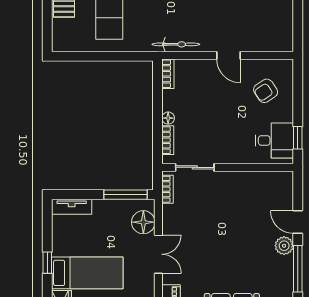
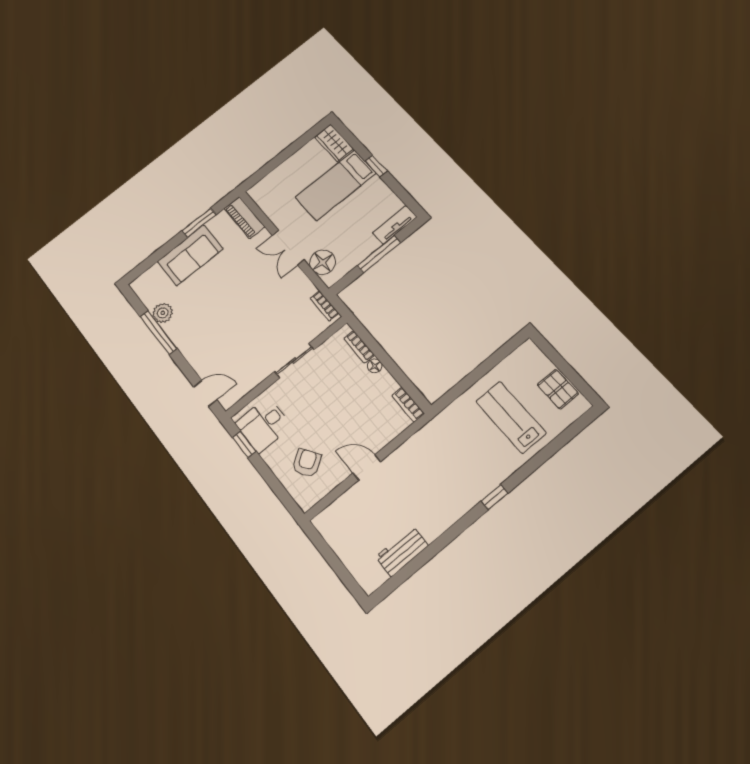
bicycle: (176, 44) -> (423, 437), removed
sliding door: (195, 167) -> (294, 361), moved
window: (125, 195) -> (379, 254), moved
door: (298, 222) -> (205, 393), moved
plant: (284, 246) -> (163, 313), moved

